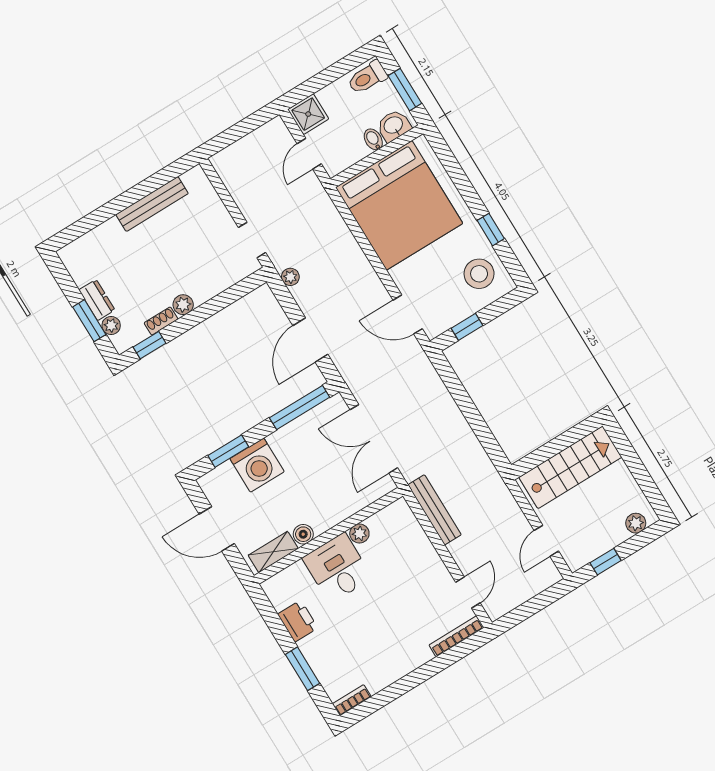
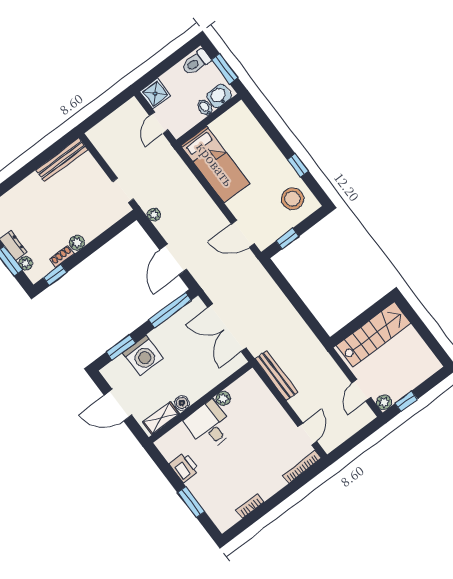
bench: (152, 204) -> (62, 160), moved
bed: (399, 205) -> (215, 164), width x0.49
plant: (636, 523) -> (384, 402), moved
bookcase: (352, 700) -> (250, 506), moved

